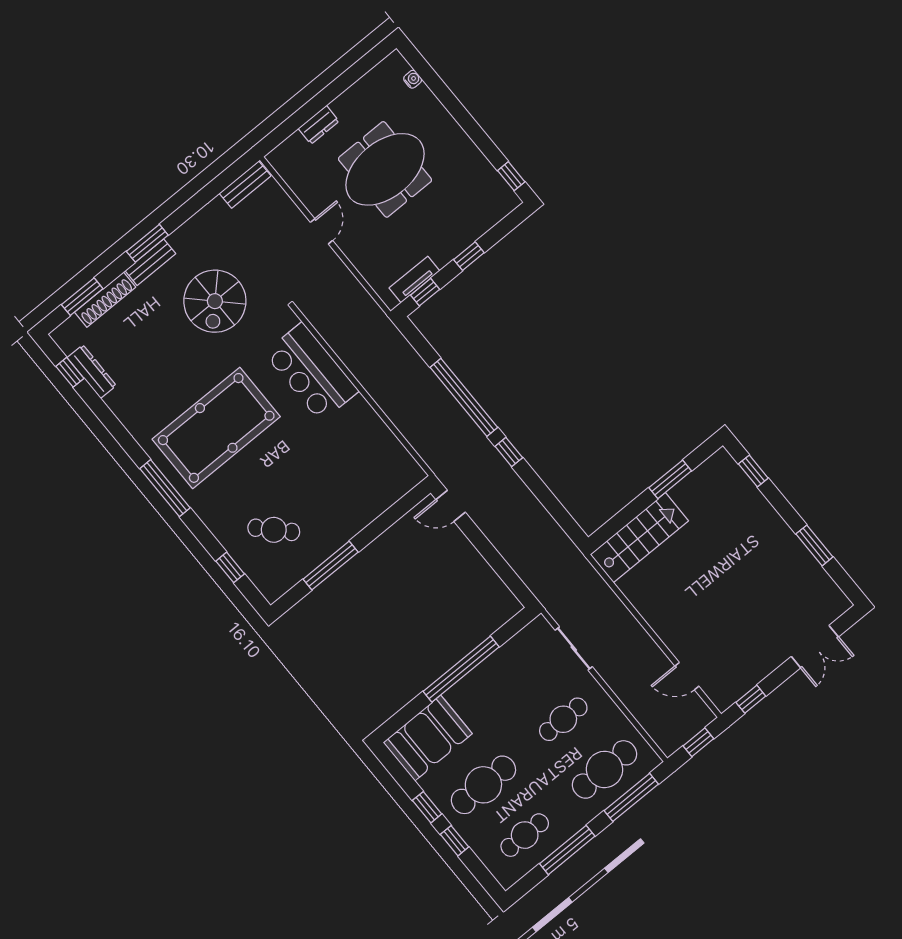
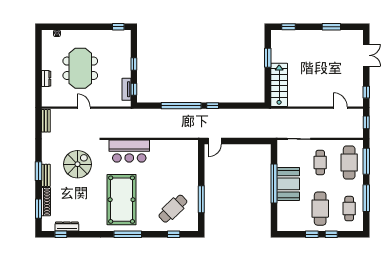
spiral stairs: (215, 301) -> (77, 164), turned -90
cafe table: (274, 530) -> (173, 209), width x1.37, depth x1.35
door: (687, 676) -> (340, 108), swing flipped
booth: (428, 738) -> (288, 184), moved

